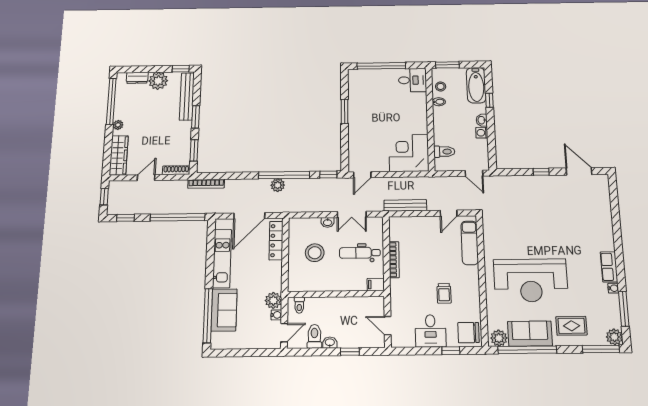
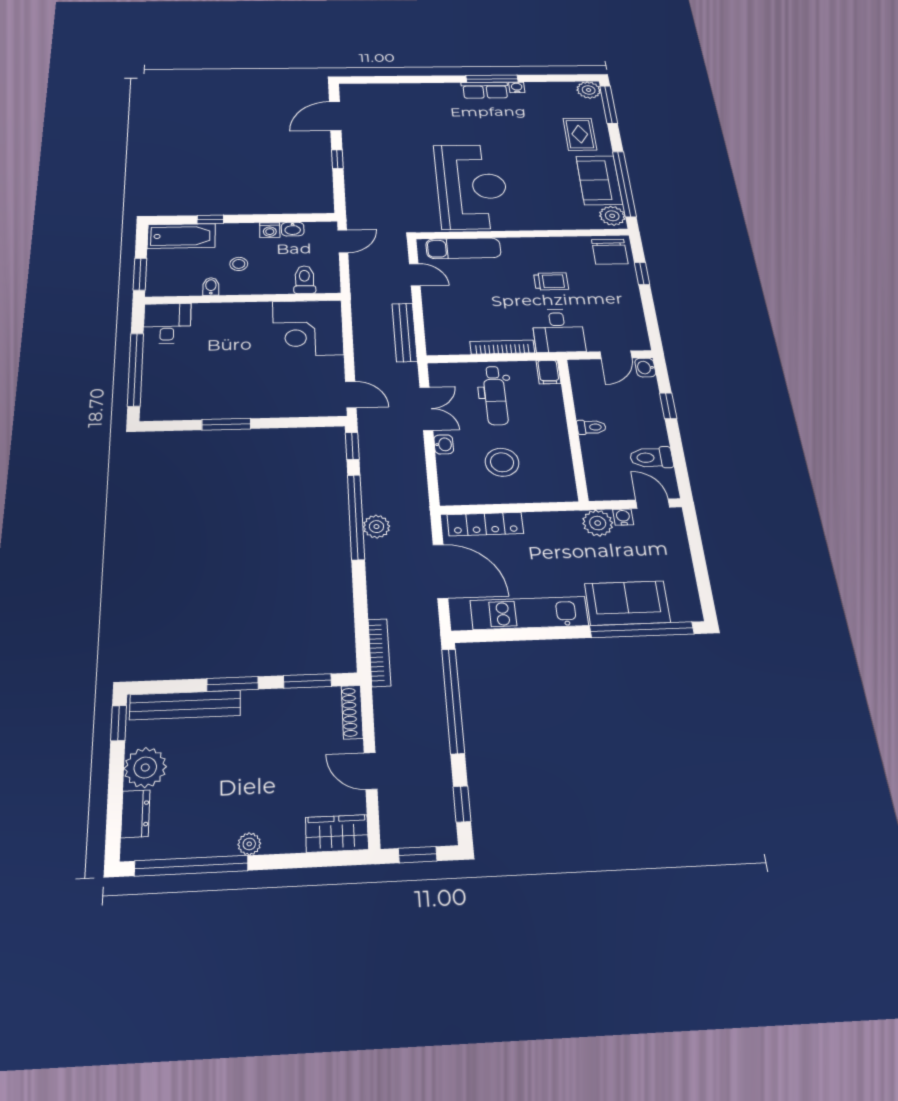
stool: (441, 86) -> (239, 264), moved
washbasin: (482, 120) -> (293, 229), moved
wardrobe: (119, 155) -> (337, 833), width x0.67
reception desk: (531, 280) -> (471, 186), moved
toilet: (299, 305) -> (591, 427), moved
window: (624, 309) -> (492, 79), moved
desk: (430, 331) -> (558, 331), moved, turned 90
washbasin: (330, 343) -> (645, 368), moved

